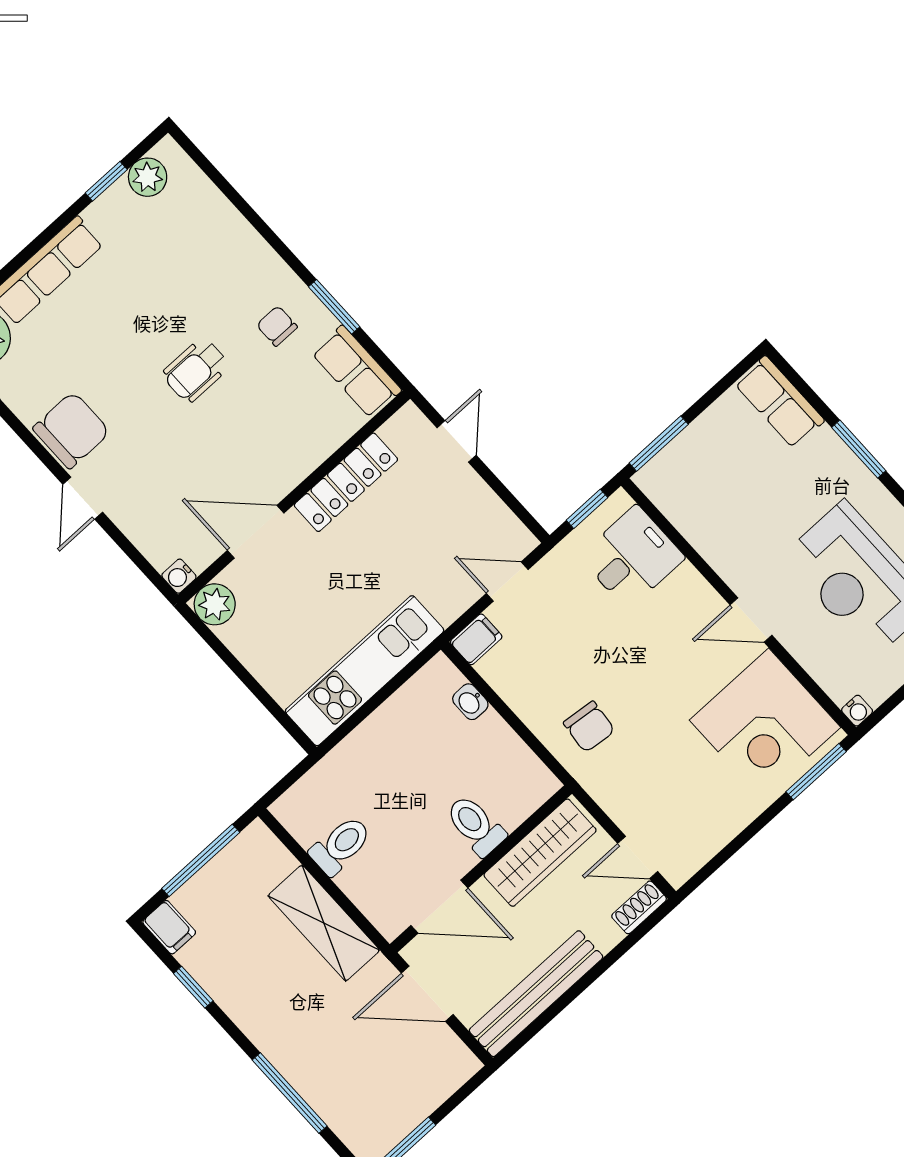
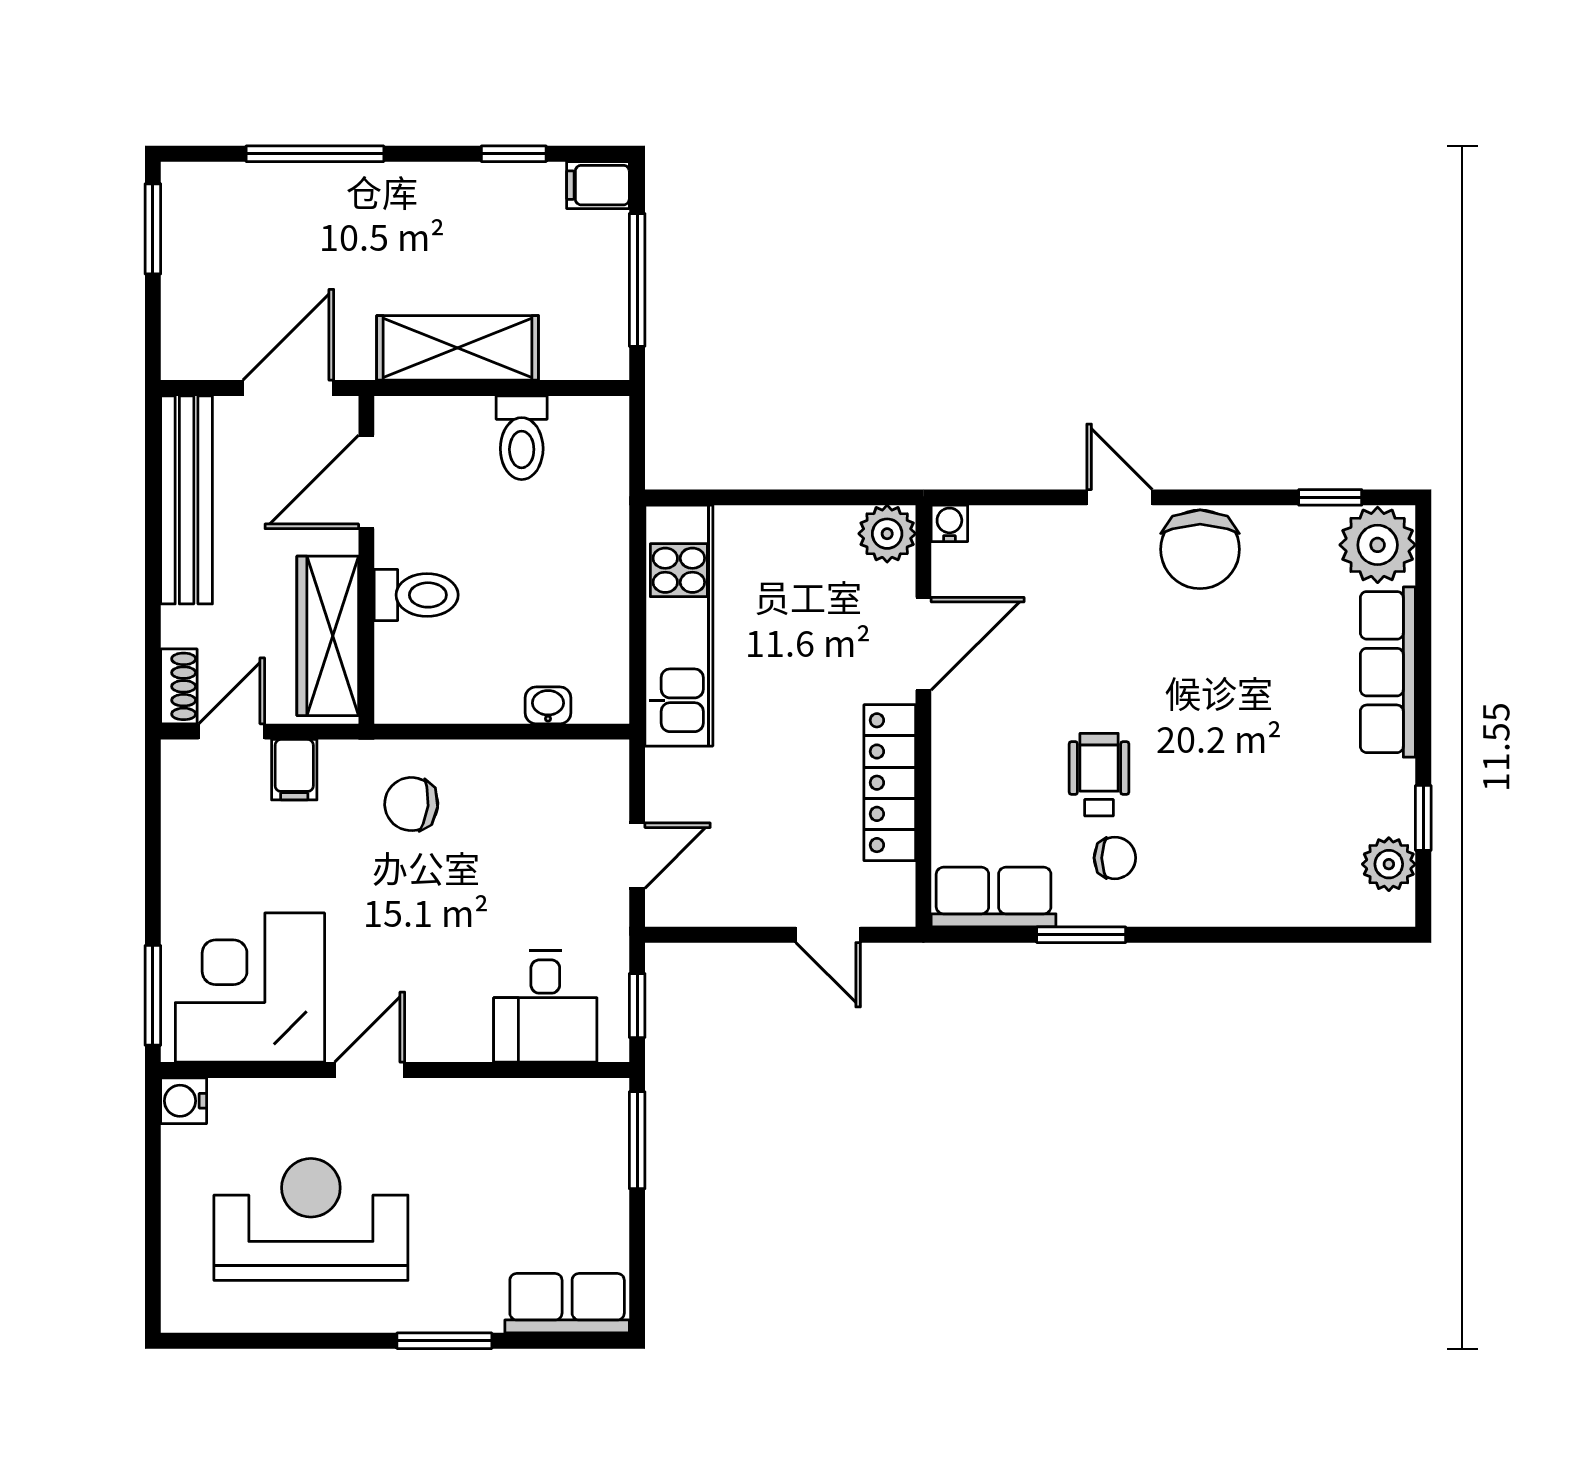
wheelchair: (196, 370) -> (1099, 775), moved
filing cabinet: (476, 639) -> (294, 770), moved
water cooler: (857, 711) -> (184, 1101), width x1.38, depth x1.38

